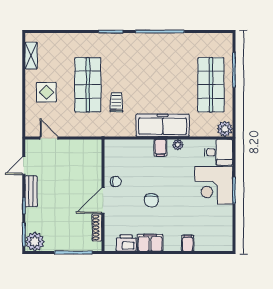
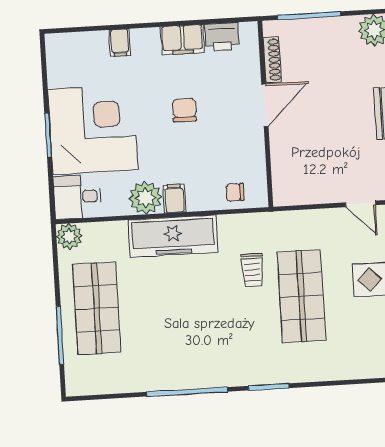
plant: (178, 145) -> (145, 198), width x1.87, depth x1.87
chair: (116, 182) -> (235, 192), moved
corner desk: (214, 185) -> (93, 130), width x1.36, depth x1.36

